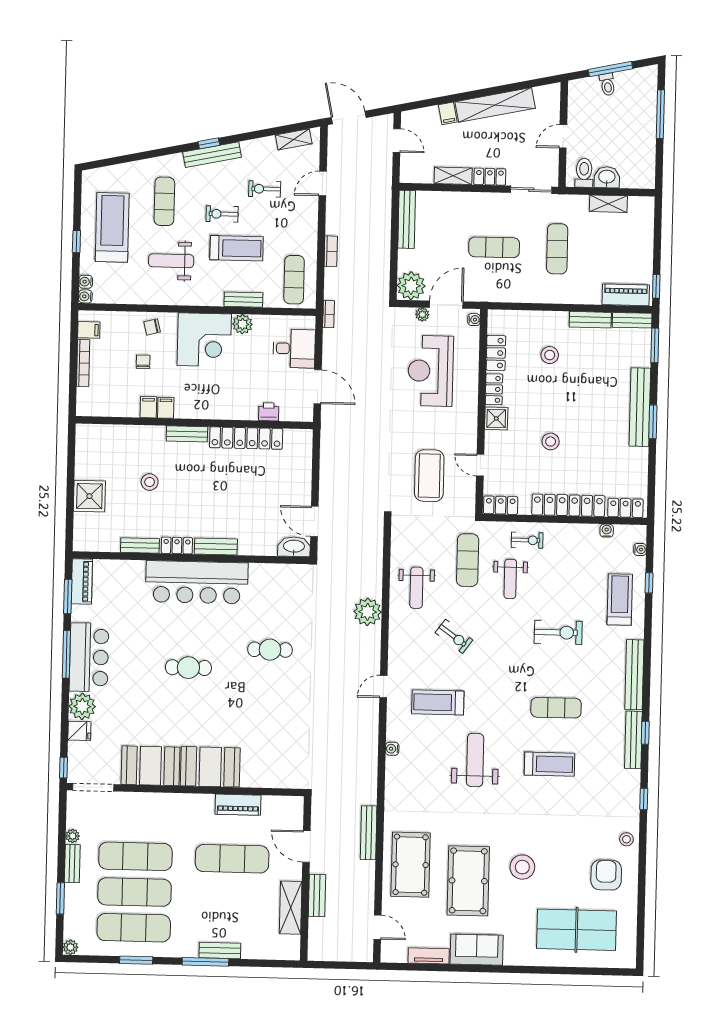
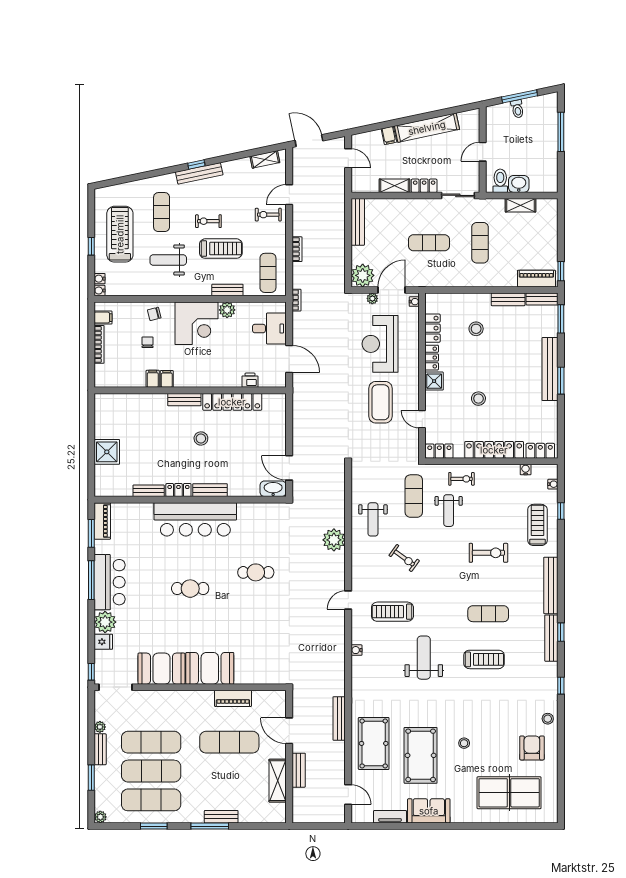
exercise bike: (265, 189) -> (268, 215), moved
coffee table: (429, 476) -> (380, 402), moved
stool: (150, 482) -> (201, 439), moved
stool: (522, 867) -> (464, 743), width x0.53, depth x0.53

